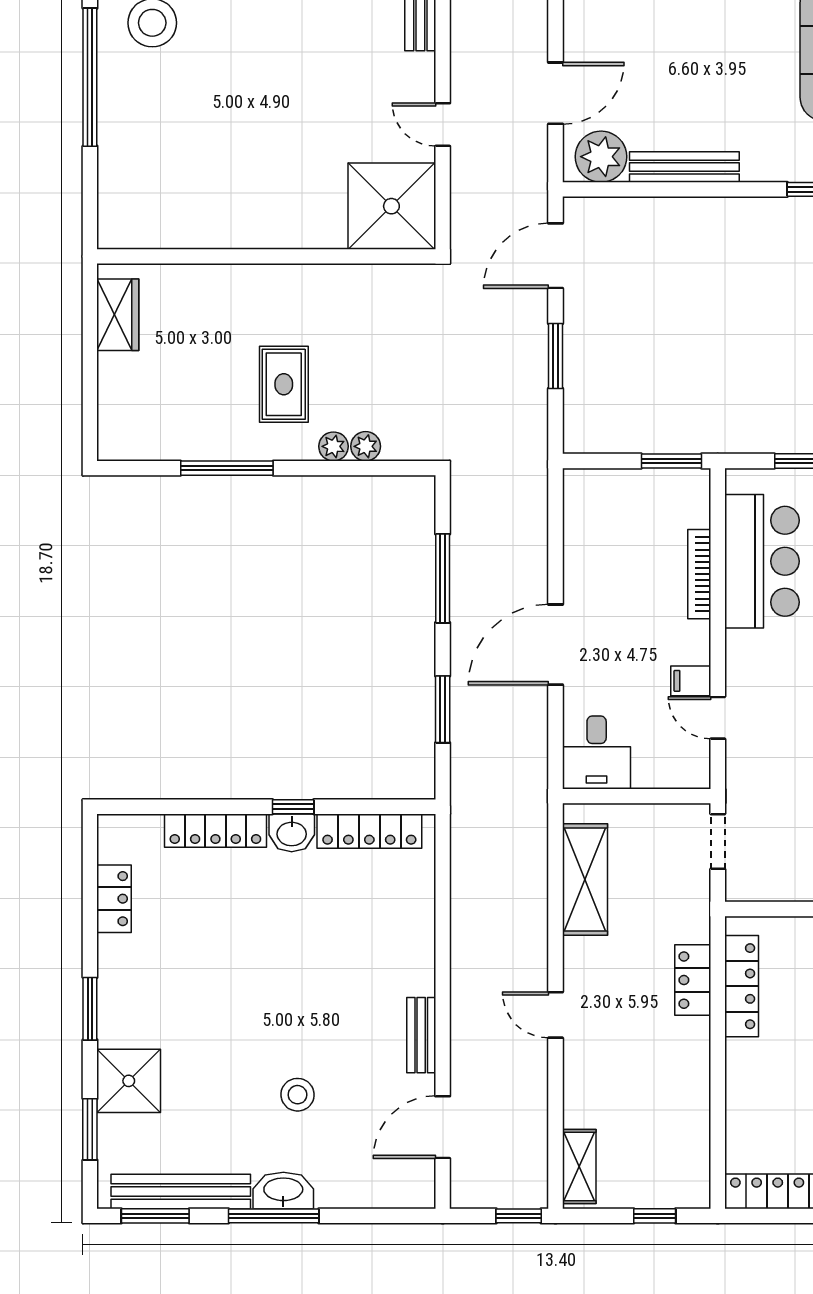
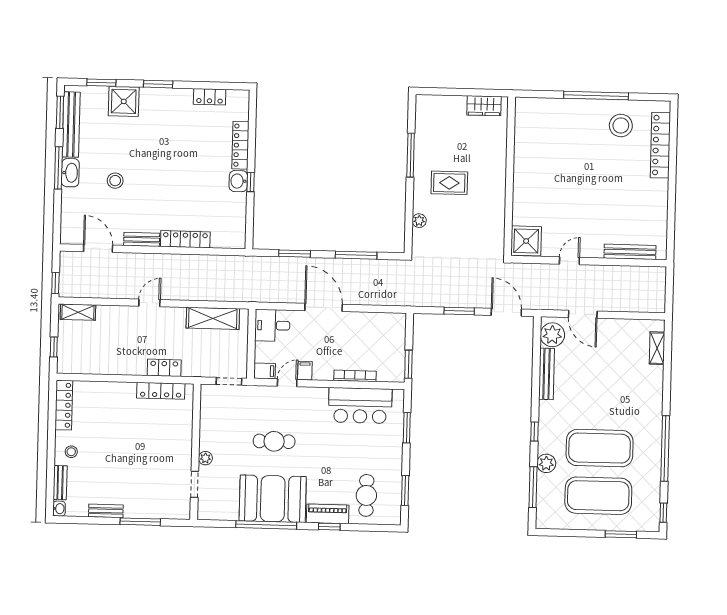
shower: (391, 206) -> (526, 241), width x0.73, depth x0.73
plant: (333, 446) -> (419, 205), removed
filing cabinet: (694, 767) -> (265, 371), added
locker: (369, 831) -> (185, 239), moved, turned 90

